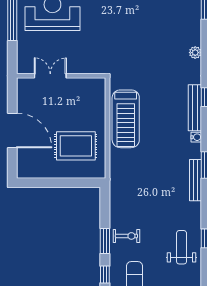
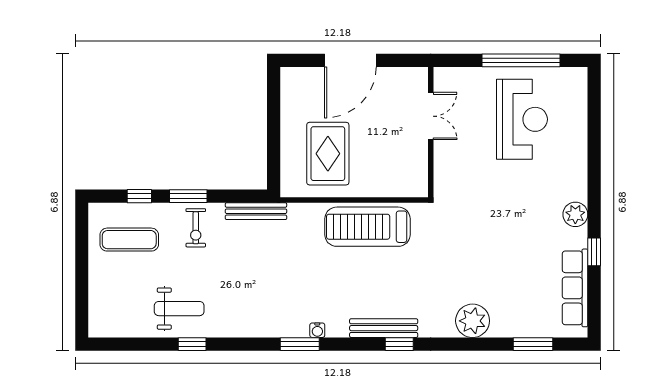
plant: (195, 53) -> (473, 321), width x1.87, depth x1.87
water cooler: (196, 137) -> (317, 330), moved
bench: (195, 180) -> (256, 211), moved

